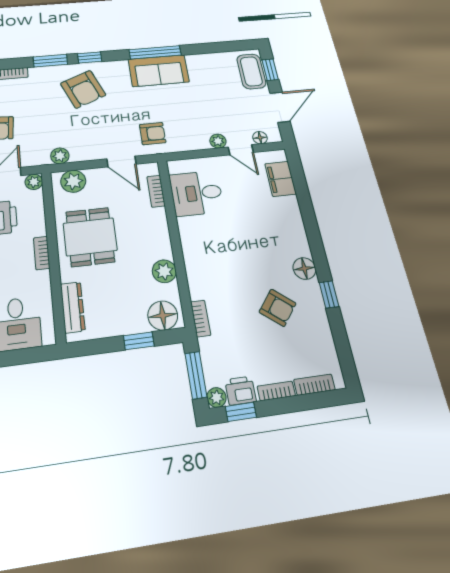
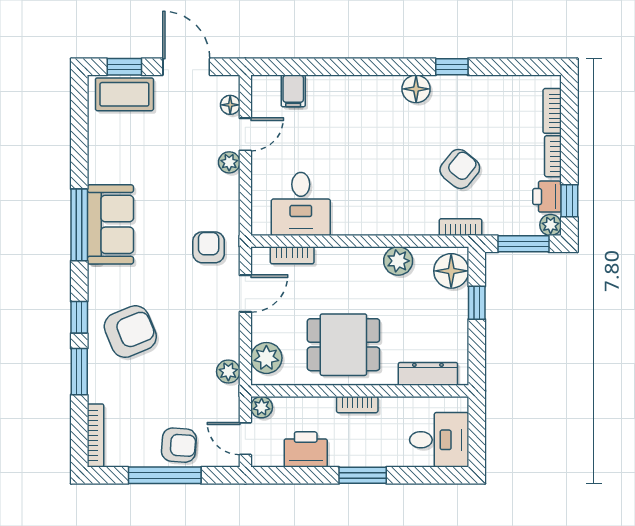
filing cabinet: (280, 179) -> (293, 91), width x0.50
armchair: (278, 308) -> (460, 169), moved

